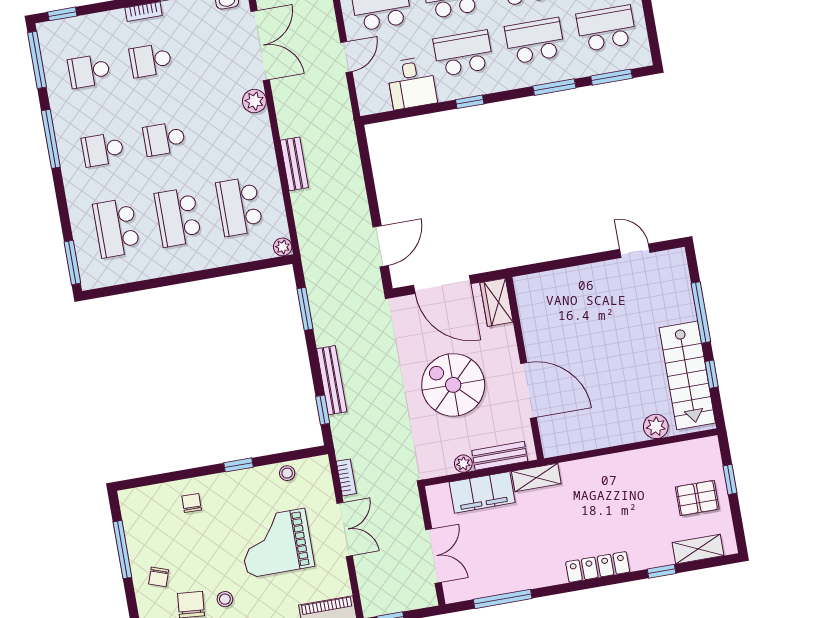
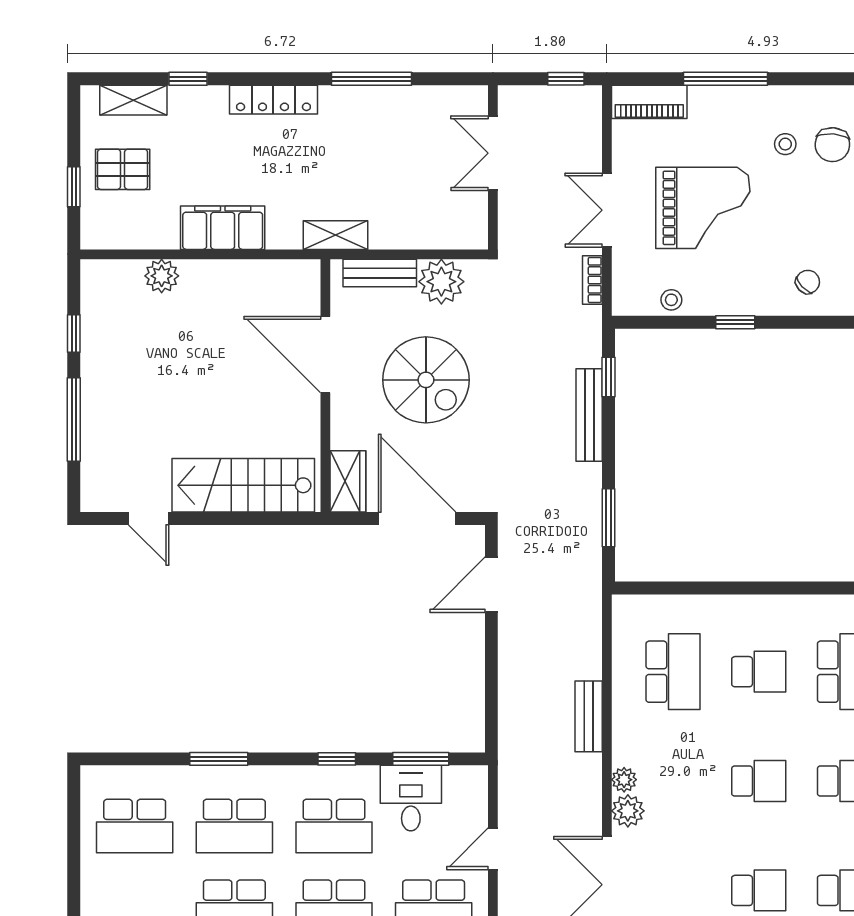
window: (612, 77) -> (421, 759), moved
school desk: (178, 217) -> (759, 672), width x0.54
plant: (283, 247) -> (624, 780), moved
stairs: (687, 375) -> (243, 485), moved, turned -90
plant: (463, 464) -> (441, 282), width x1.88, depth x1.88
filing cabinet: (482, 492) -> (223, 228), moved
chair: (192, 503) -> (808, 282), turned -134
window: (503, 599) -> (372, 79), moved

